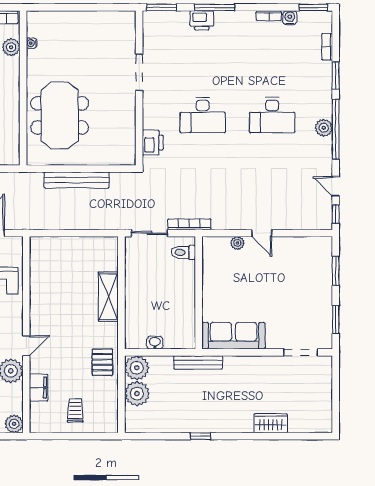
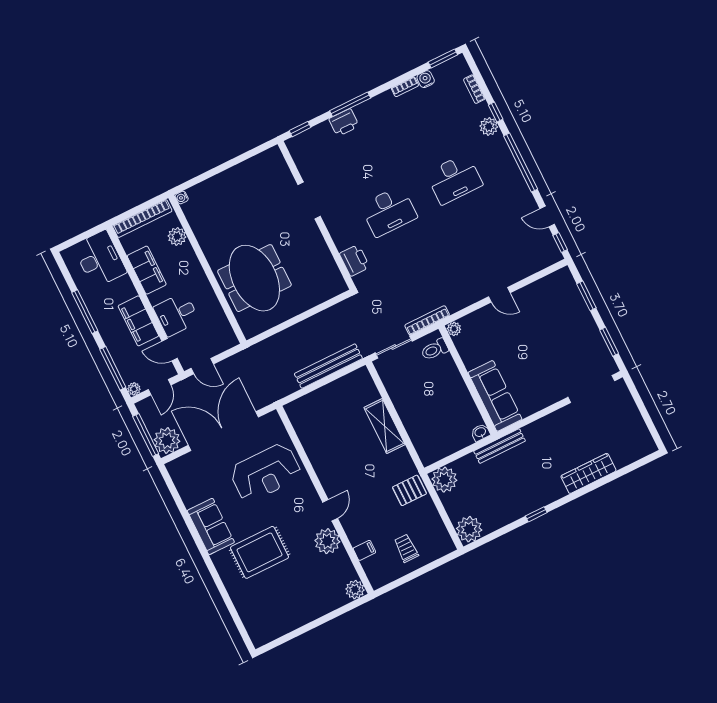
window: (161, 7) -> (300, 129), width x0.67
water cooler: (32, 43) -> (182, 198), moved
window: (336, 75) -> (496, 112), width x0.67
plant: (324, 128) -> (489, 127), moved
bench: (77, 180) -> (328, 366), moved
plant: (237, 243) -> (454, 329), moved
sofa: (233, 336) -> (495, 396), moved, turned 90
washbasin: (155, 343) -> (480, 432), moved
doorway: (301, 352) -> (591, 389), width x1.36
pallet: (102, 362) -> (409, 490), turned 90
filing cabinet: (39, 388) -> (364, 550), width x0.50
plant: (137, 394) -> (469, 529), moved
wardrobe: (271, 423) -> (588, 473), width x1.50

